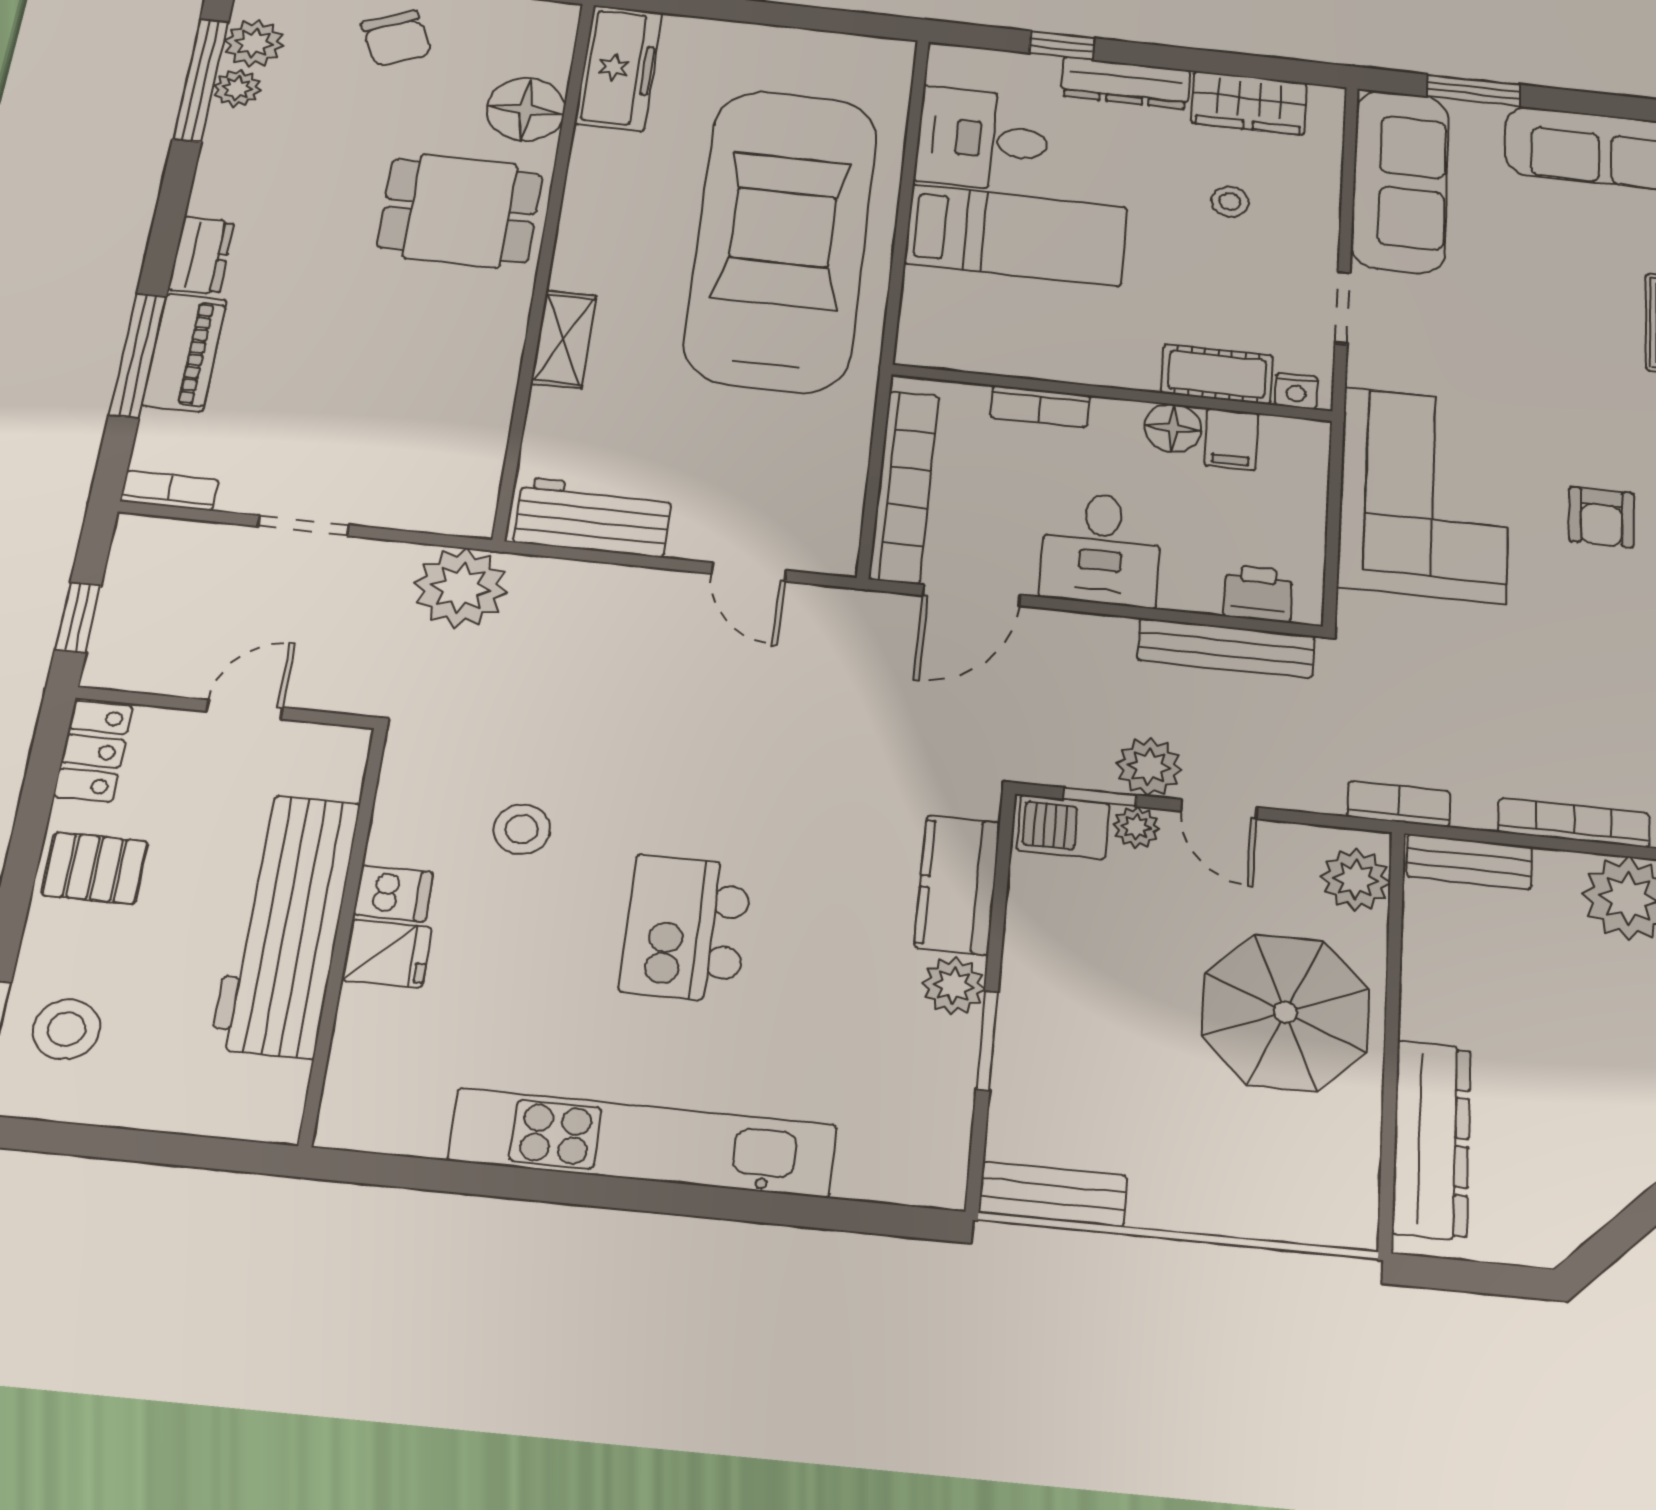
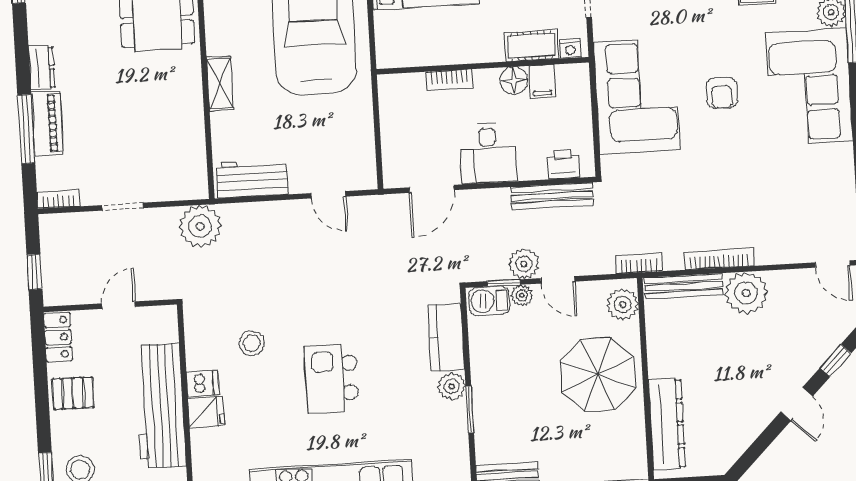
bookcase: (904, 487) -> (392, 136), removed
bench: (1470, 862) -> (683, 286), width x1.36

